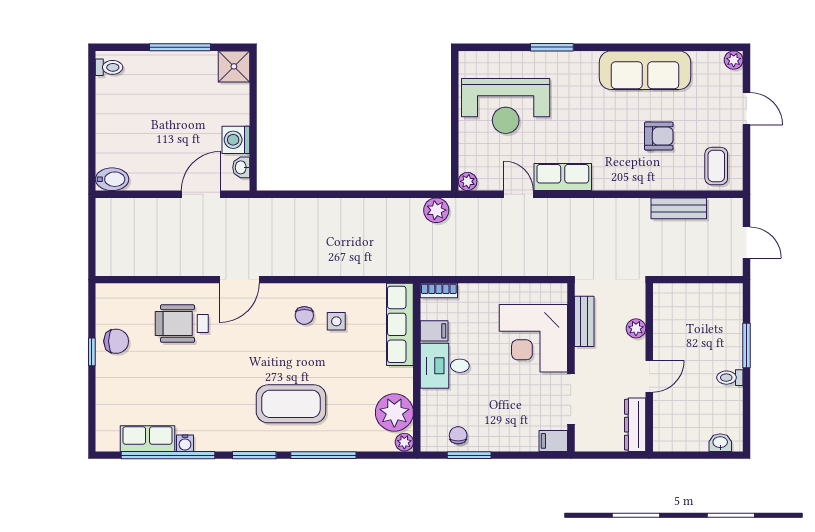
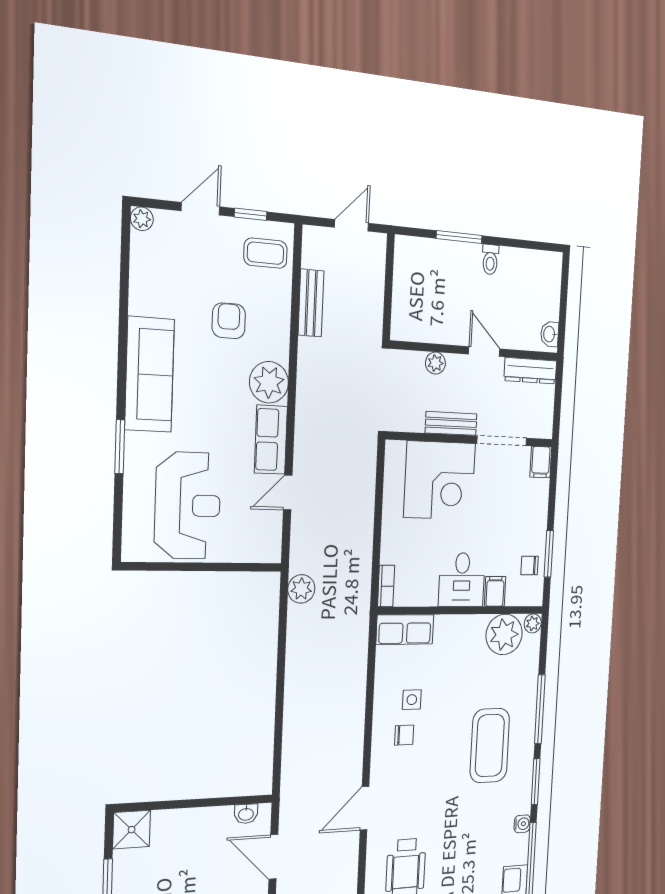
sofa: (645, 70) -> (149, 374), moved
washing machine: (236, 140) -> (215, 822), removed
window: (746, 152) -> (251, 214), added
plant: (468, 181) -> (269, 382), moved, width x1.87, depth x1.87
door: (239, 280) -> (365, 808), swing flipped
bench: (584, 321) -> (451, 423), moved
row of seats: (400, 324) -> (405, 630), width x0.68
filing cabinet: (434, 331) -> (495, 591), moved
water cooler: (185, 443) -> (522, 824), moved
washbasin: (720, 443) -> (550, 334), moved

